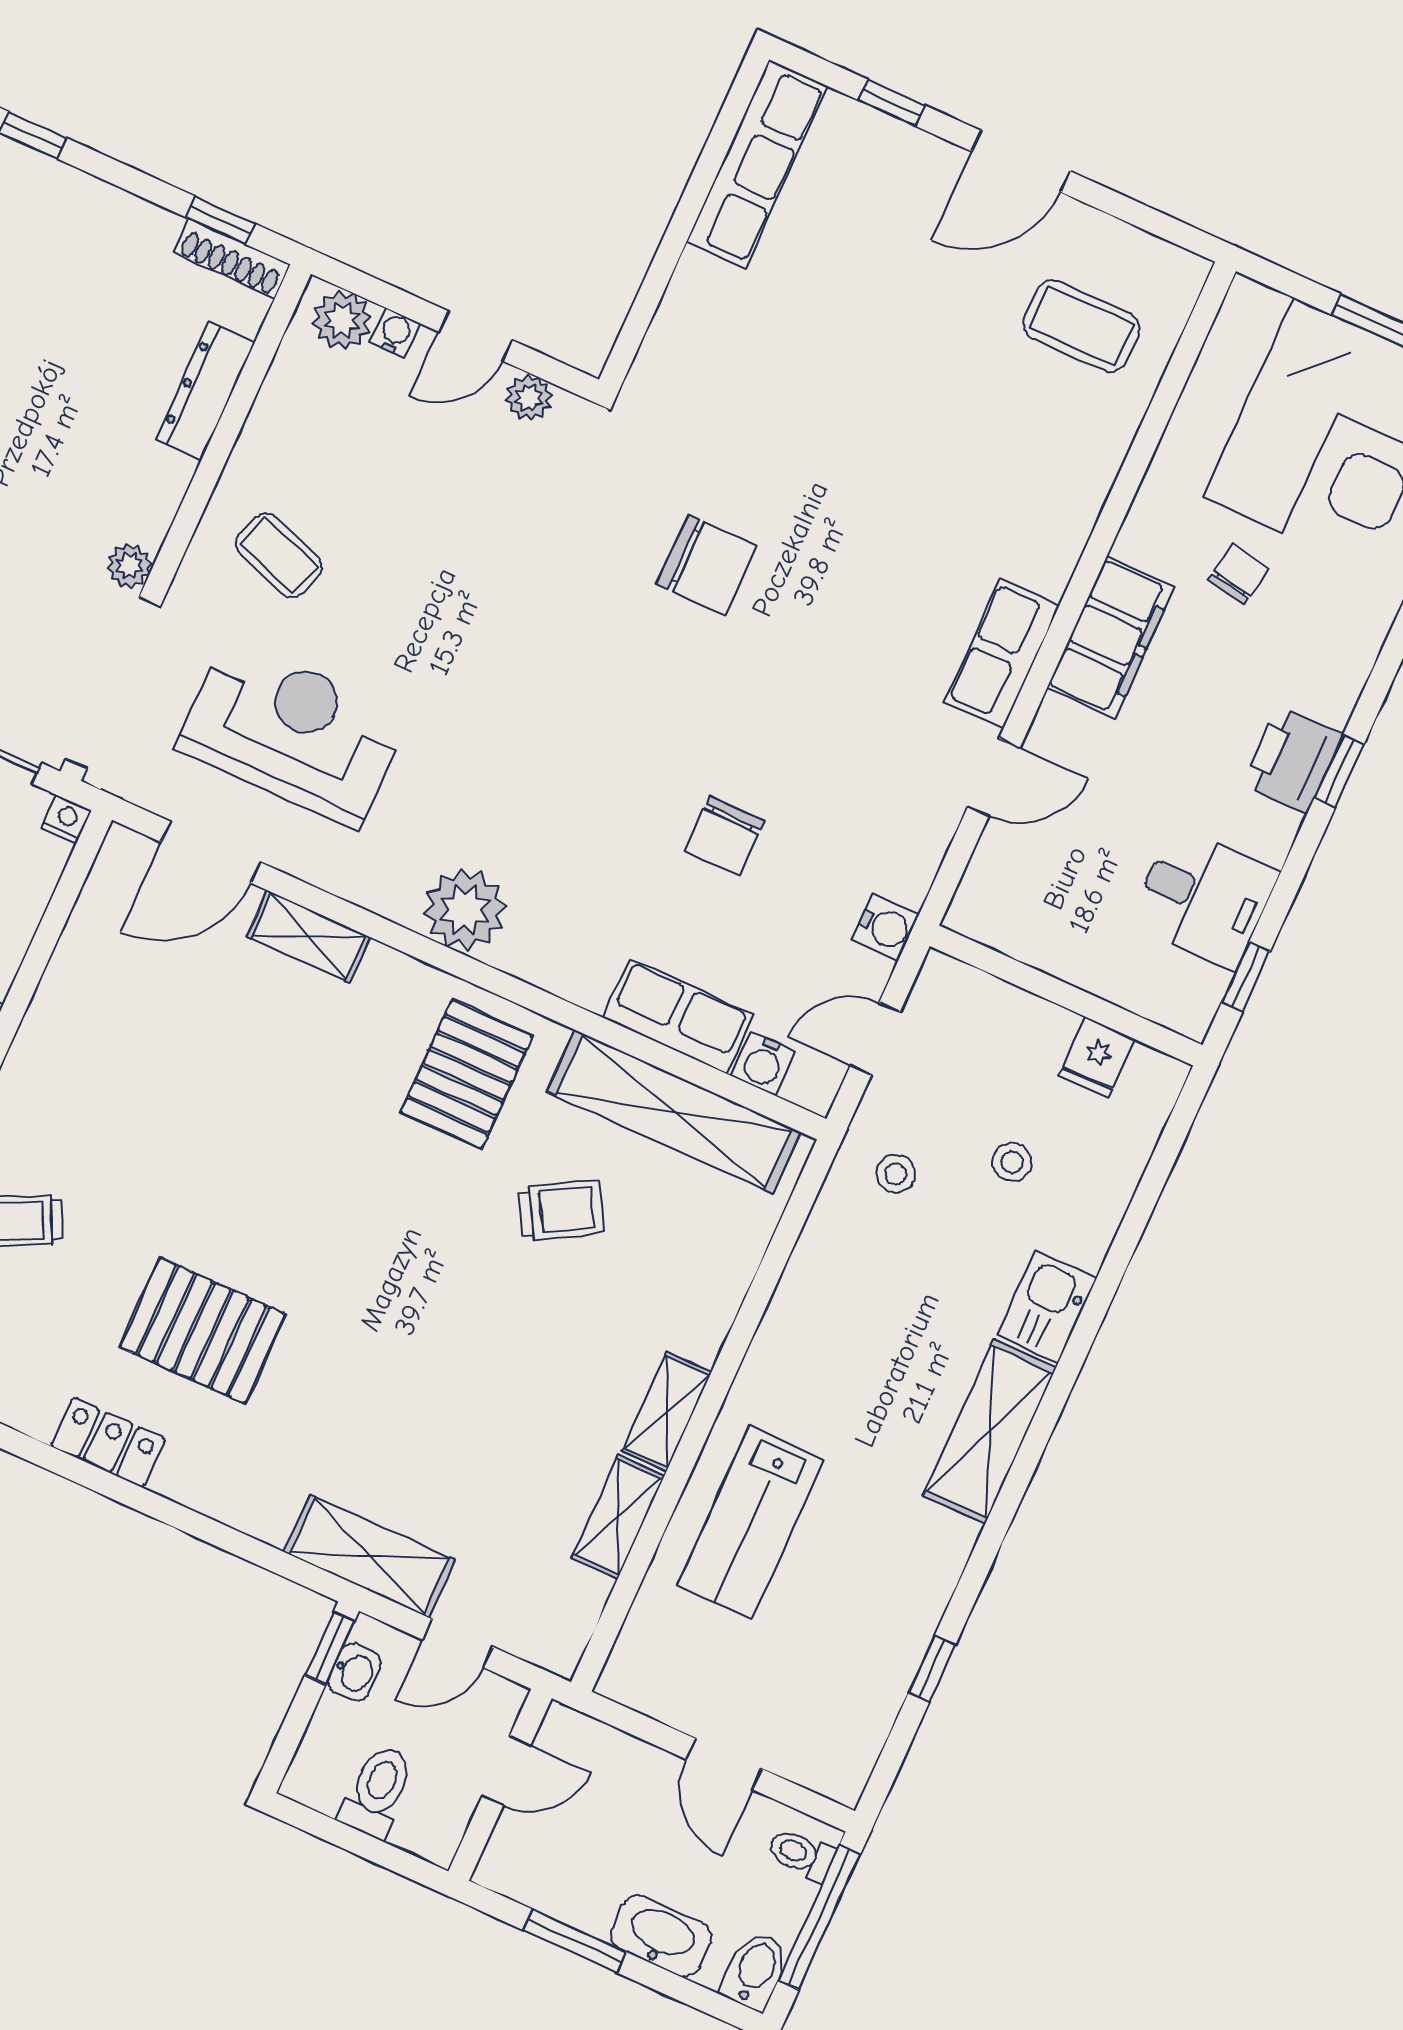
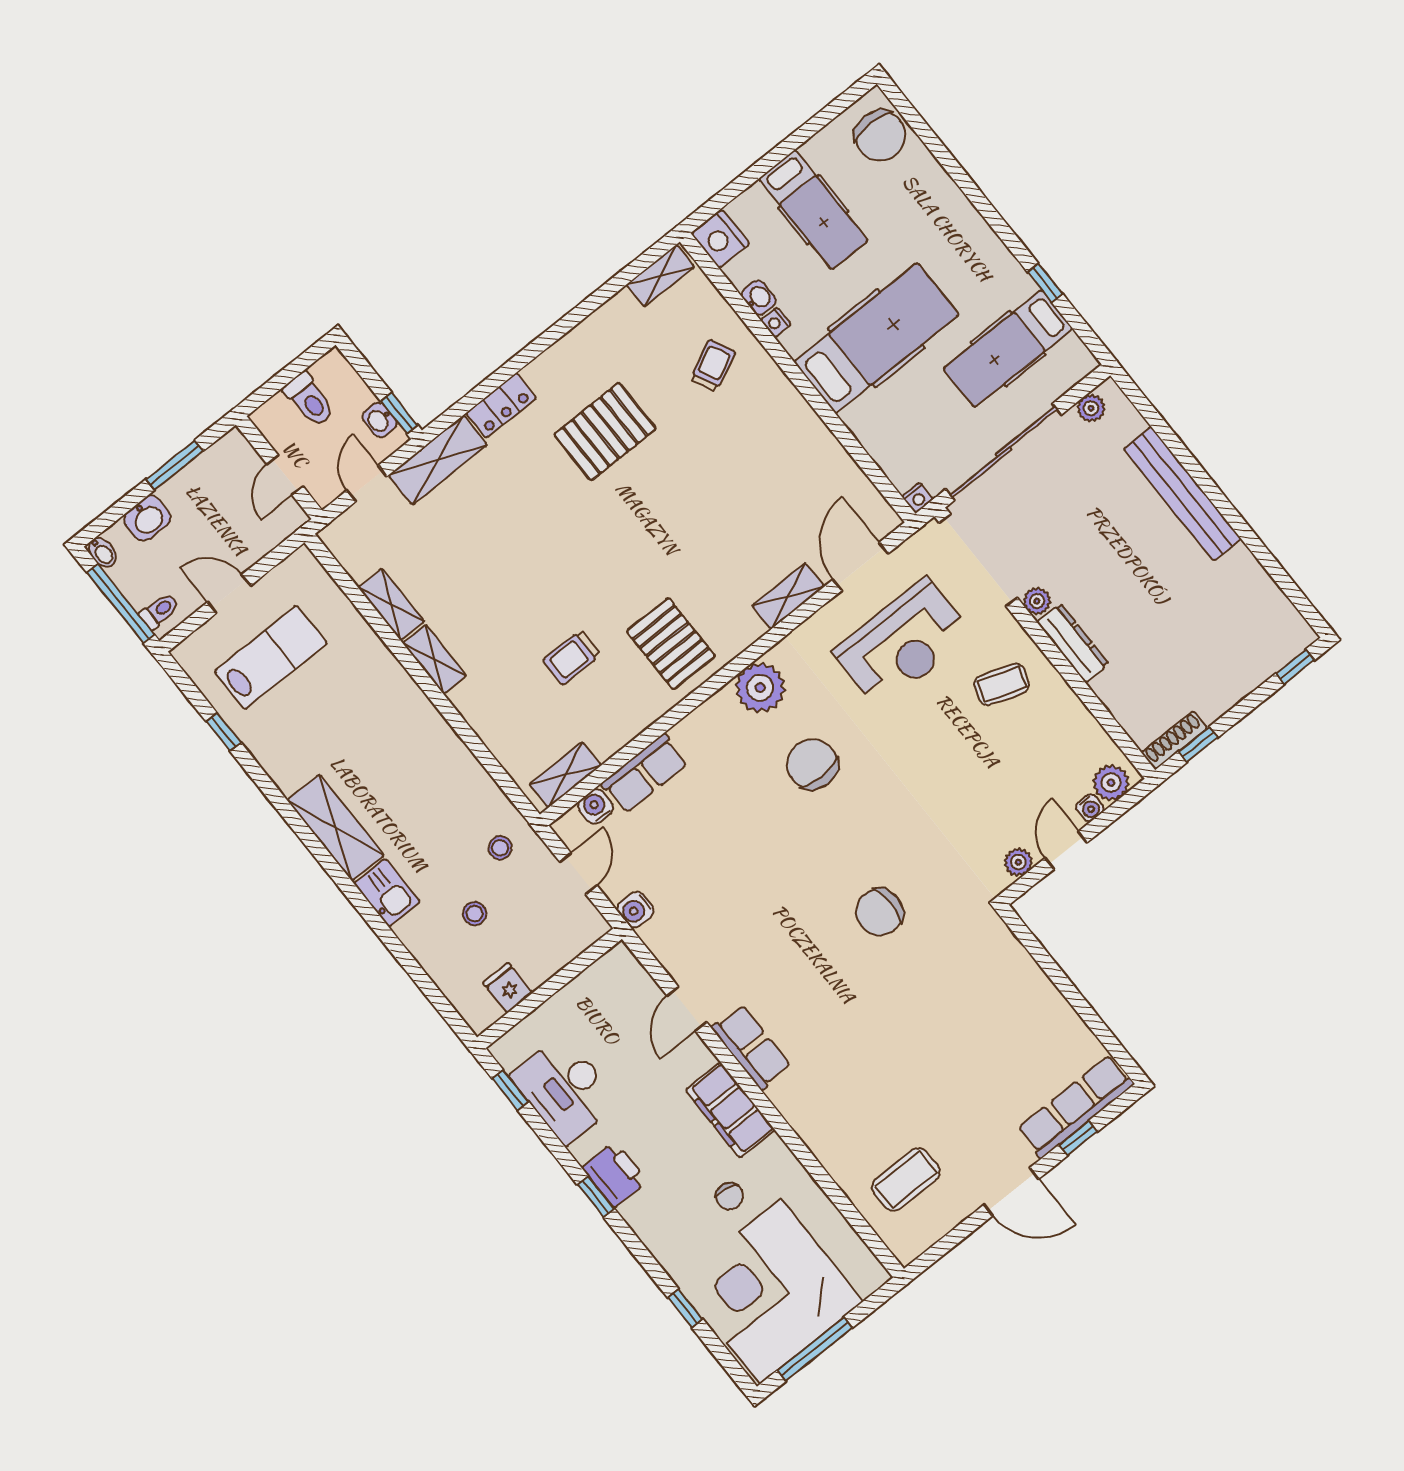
door: (1021, 161) -> (1011, 1192), swing flipped
row of seats: (757, 164) -> (1076, 1107), moved, turned 90
dresser: (205, 391) -> (1073, 643), moved
chair: (725, 836) -> (812, 764), moved, width x1.37, depth x1.37
desk: (1204, 897) -> (565, 1089), width x1.37
shelving: (674, 1112) -> (565, 775), width x0.45, depth x0.75
trolley: (561, 1210) -> (572, 657), turned 30
locker: (108, 1443) -> (501, 406), moved
lab bench: (751, 1523) -> (271, 657), moved, turned 90
washbasin: (661, 1936) -> (147, 518), width x0.72
bidet: (755, 1970) -> (102, 552), width x0.72, depth x0.74

